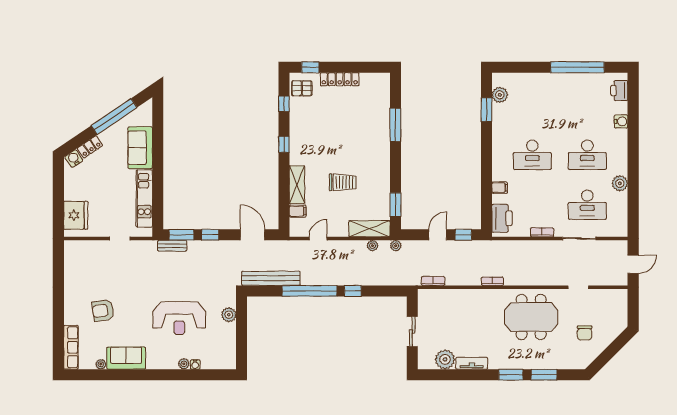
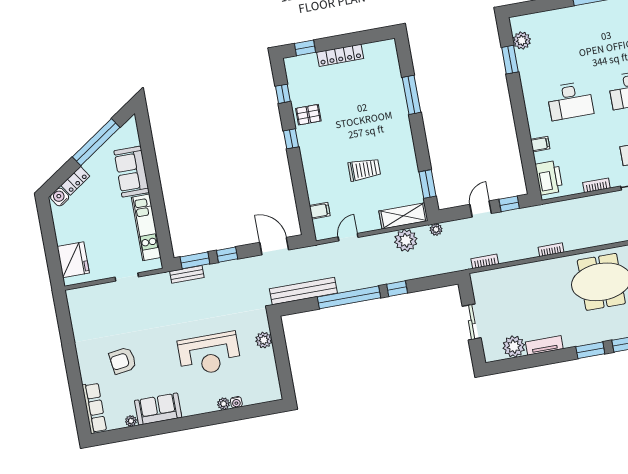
pallet: (302, 88) -> (308, 115), moved
shelving: (297, 185) -> (314, 181), removed
plant: (373, 246) -> (406, 240), width x1.88, depth x1.88

